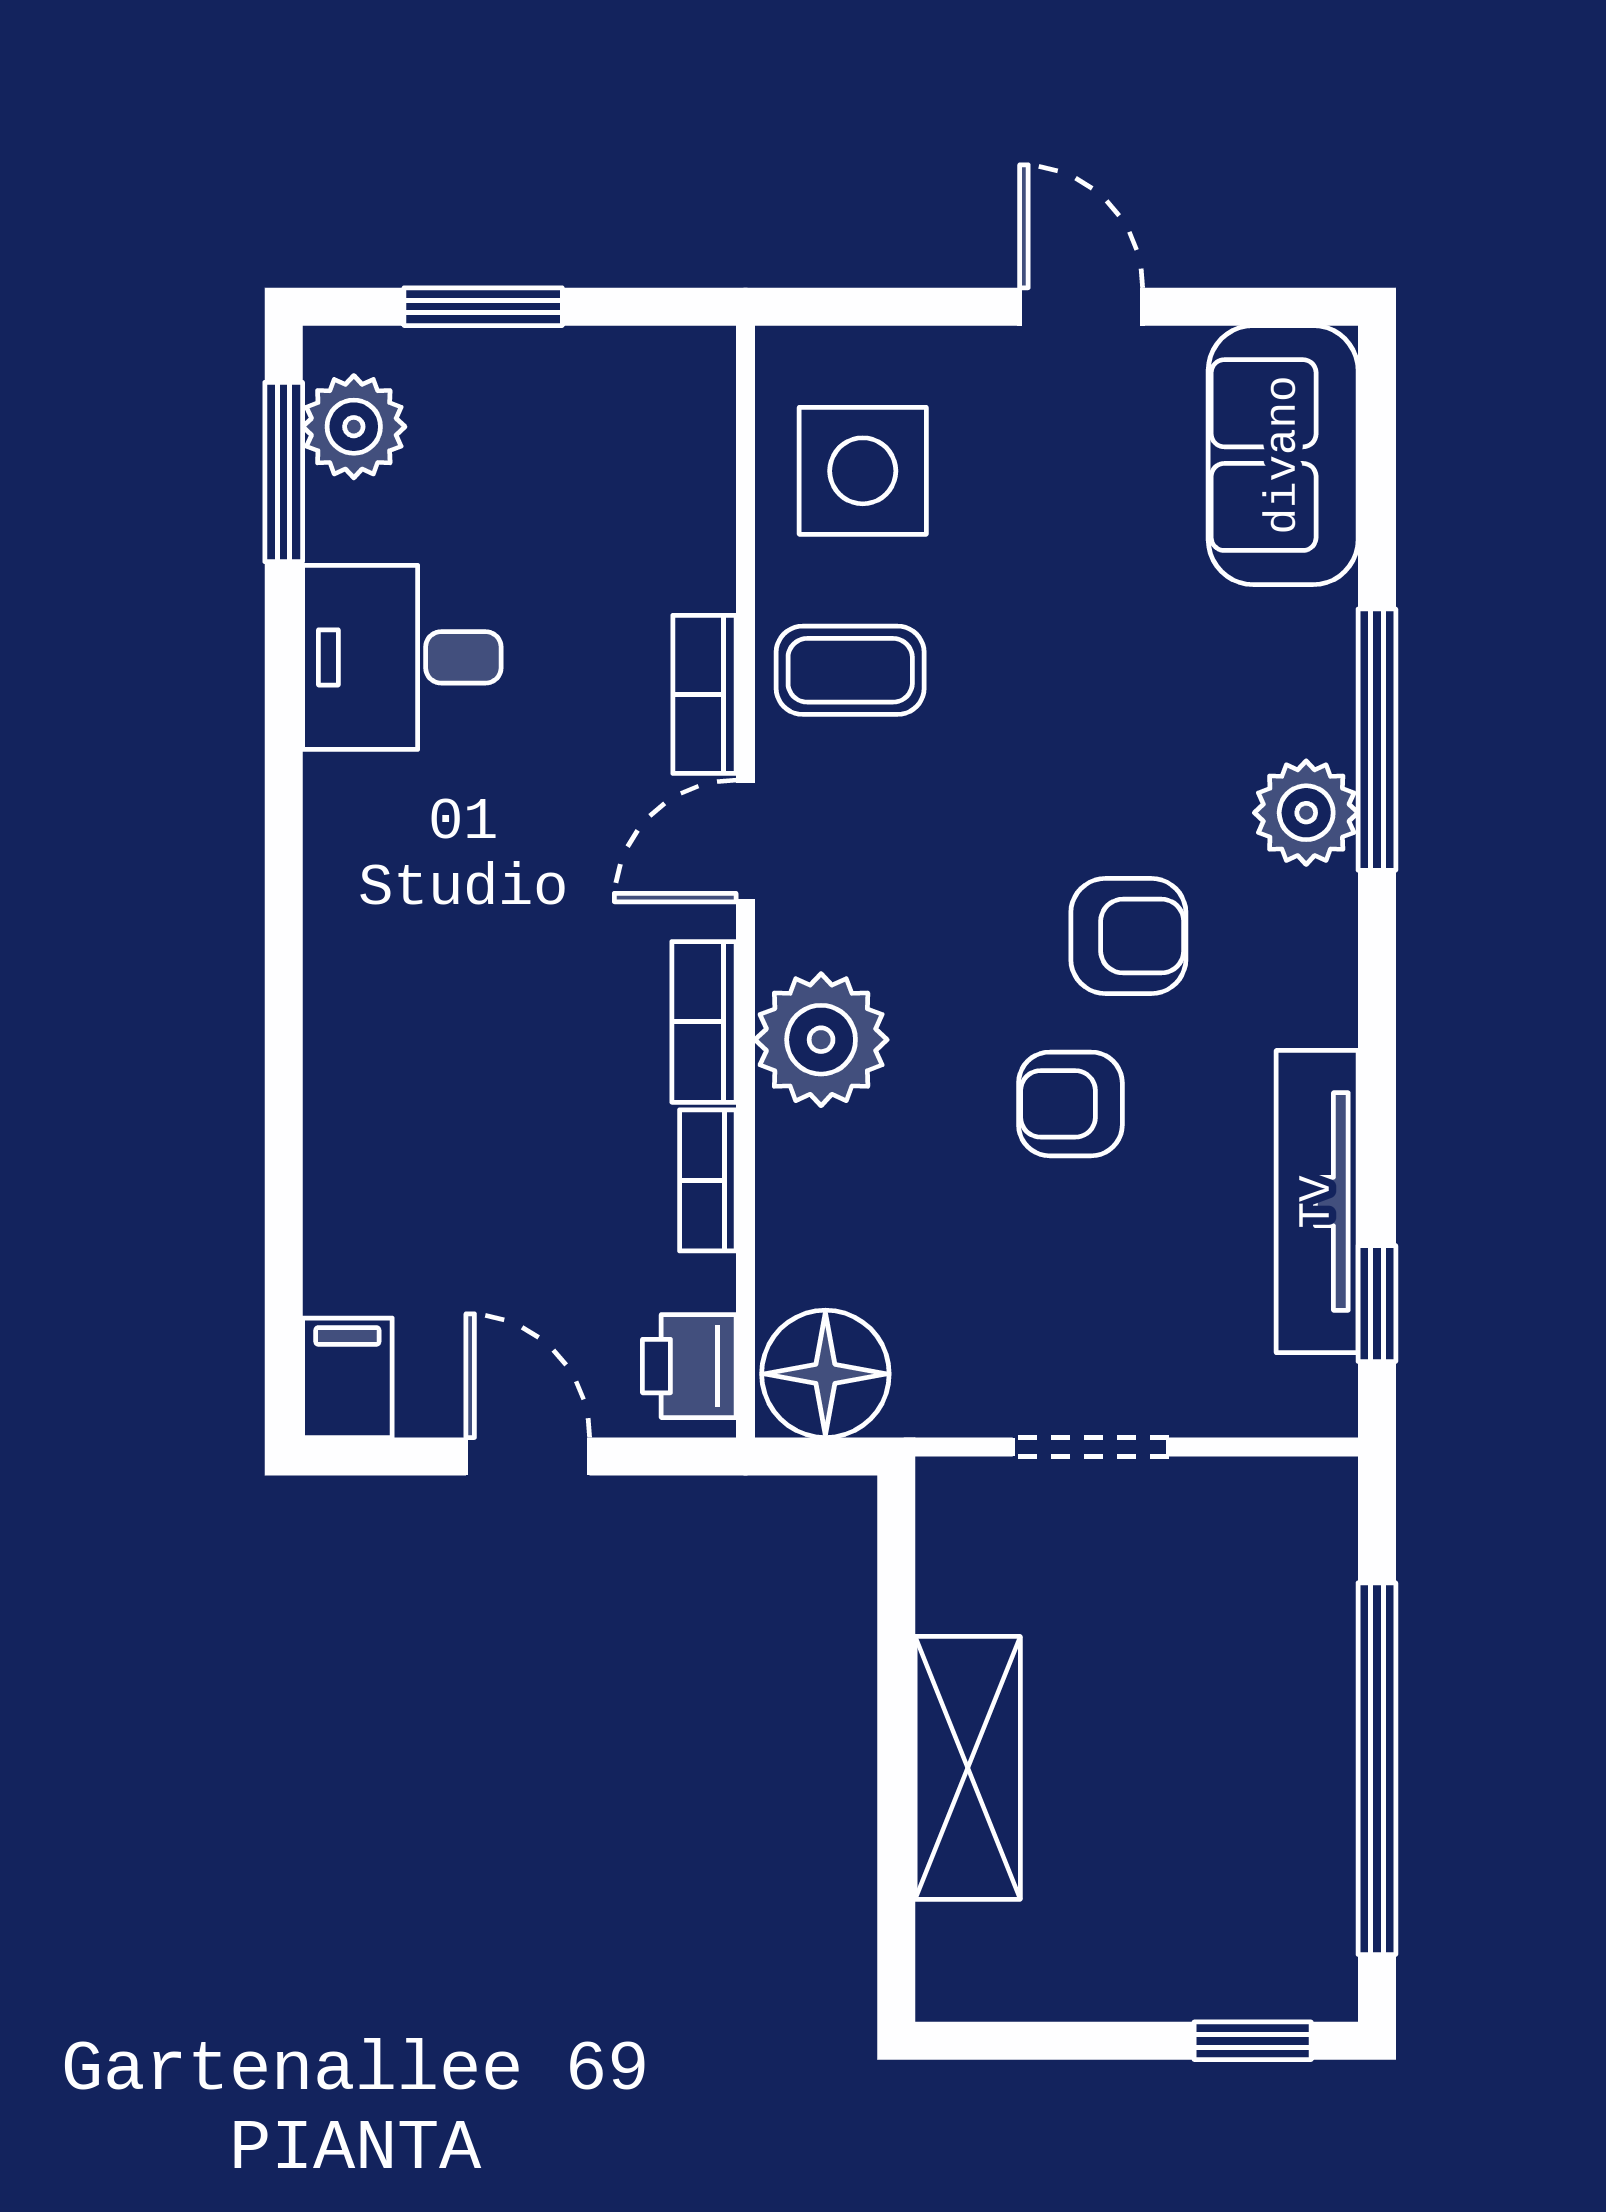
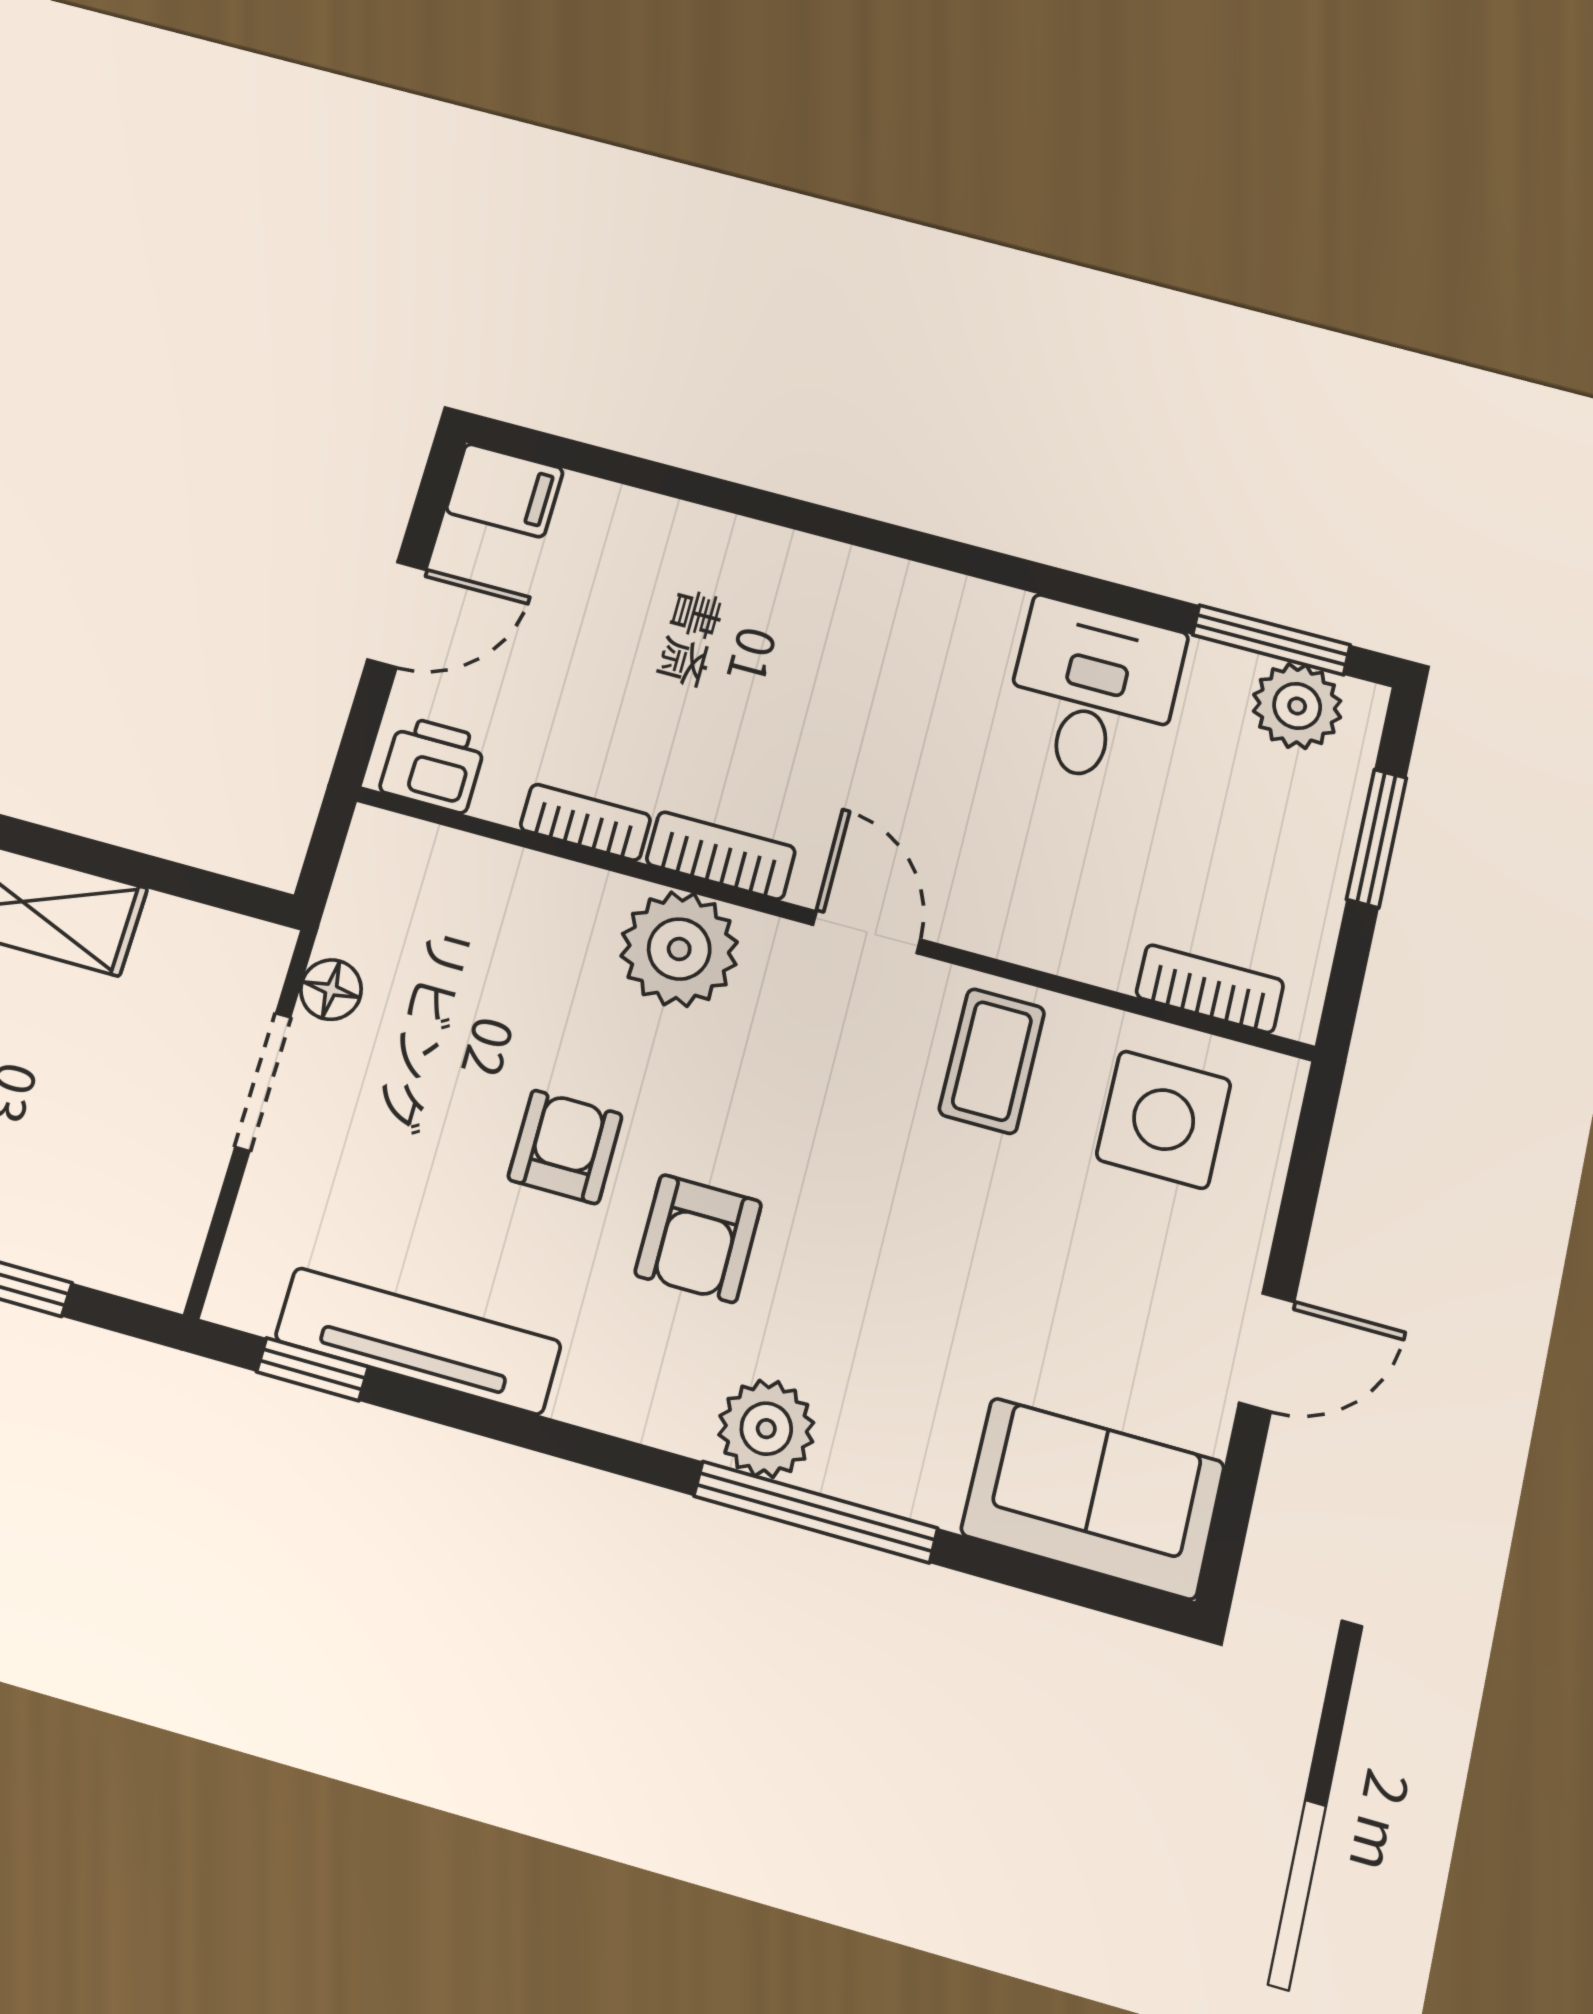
bookcase: (704, 694) -> (1210, 989), moved
floor lamp: (825, 1374) -> (331, 990), moved, width x0.53, depth x0.53

